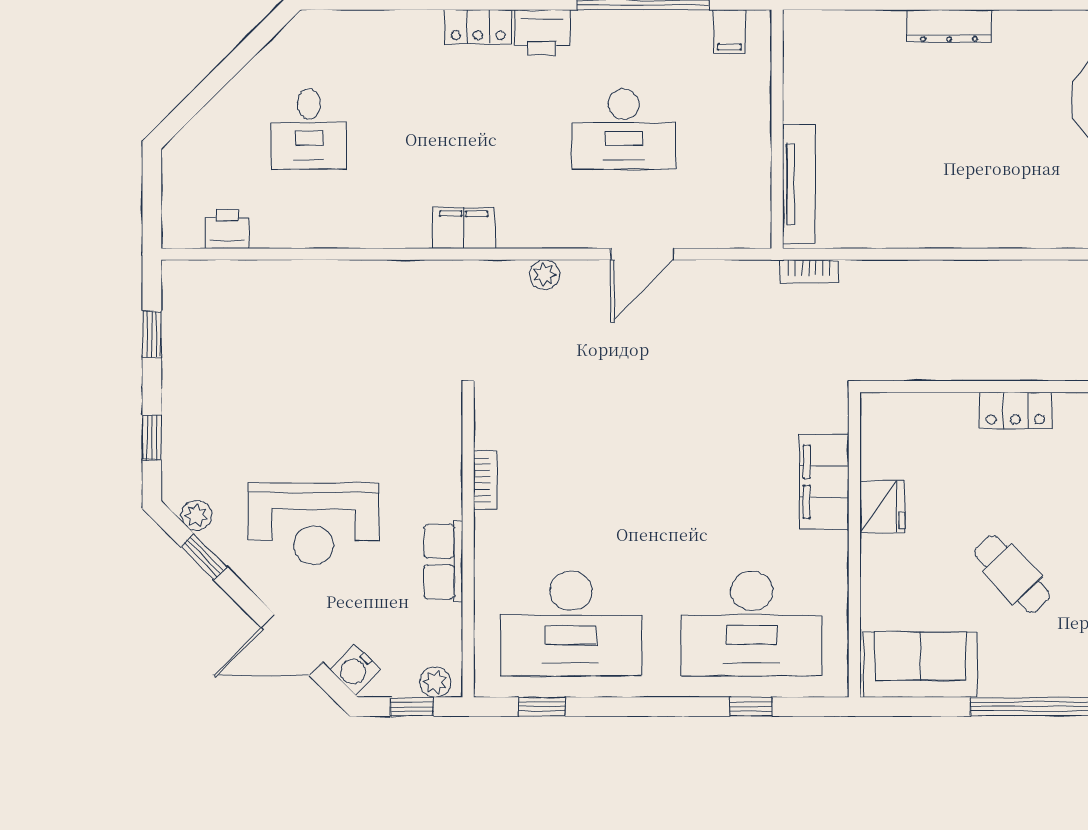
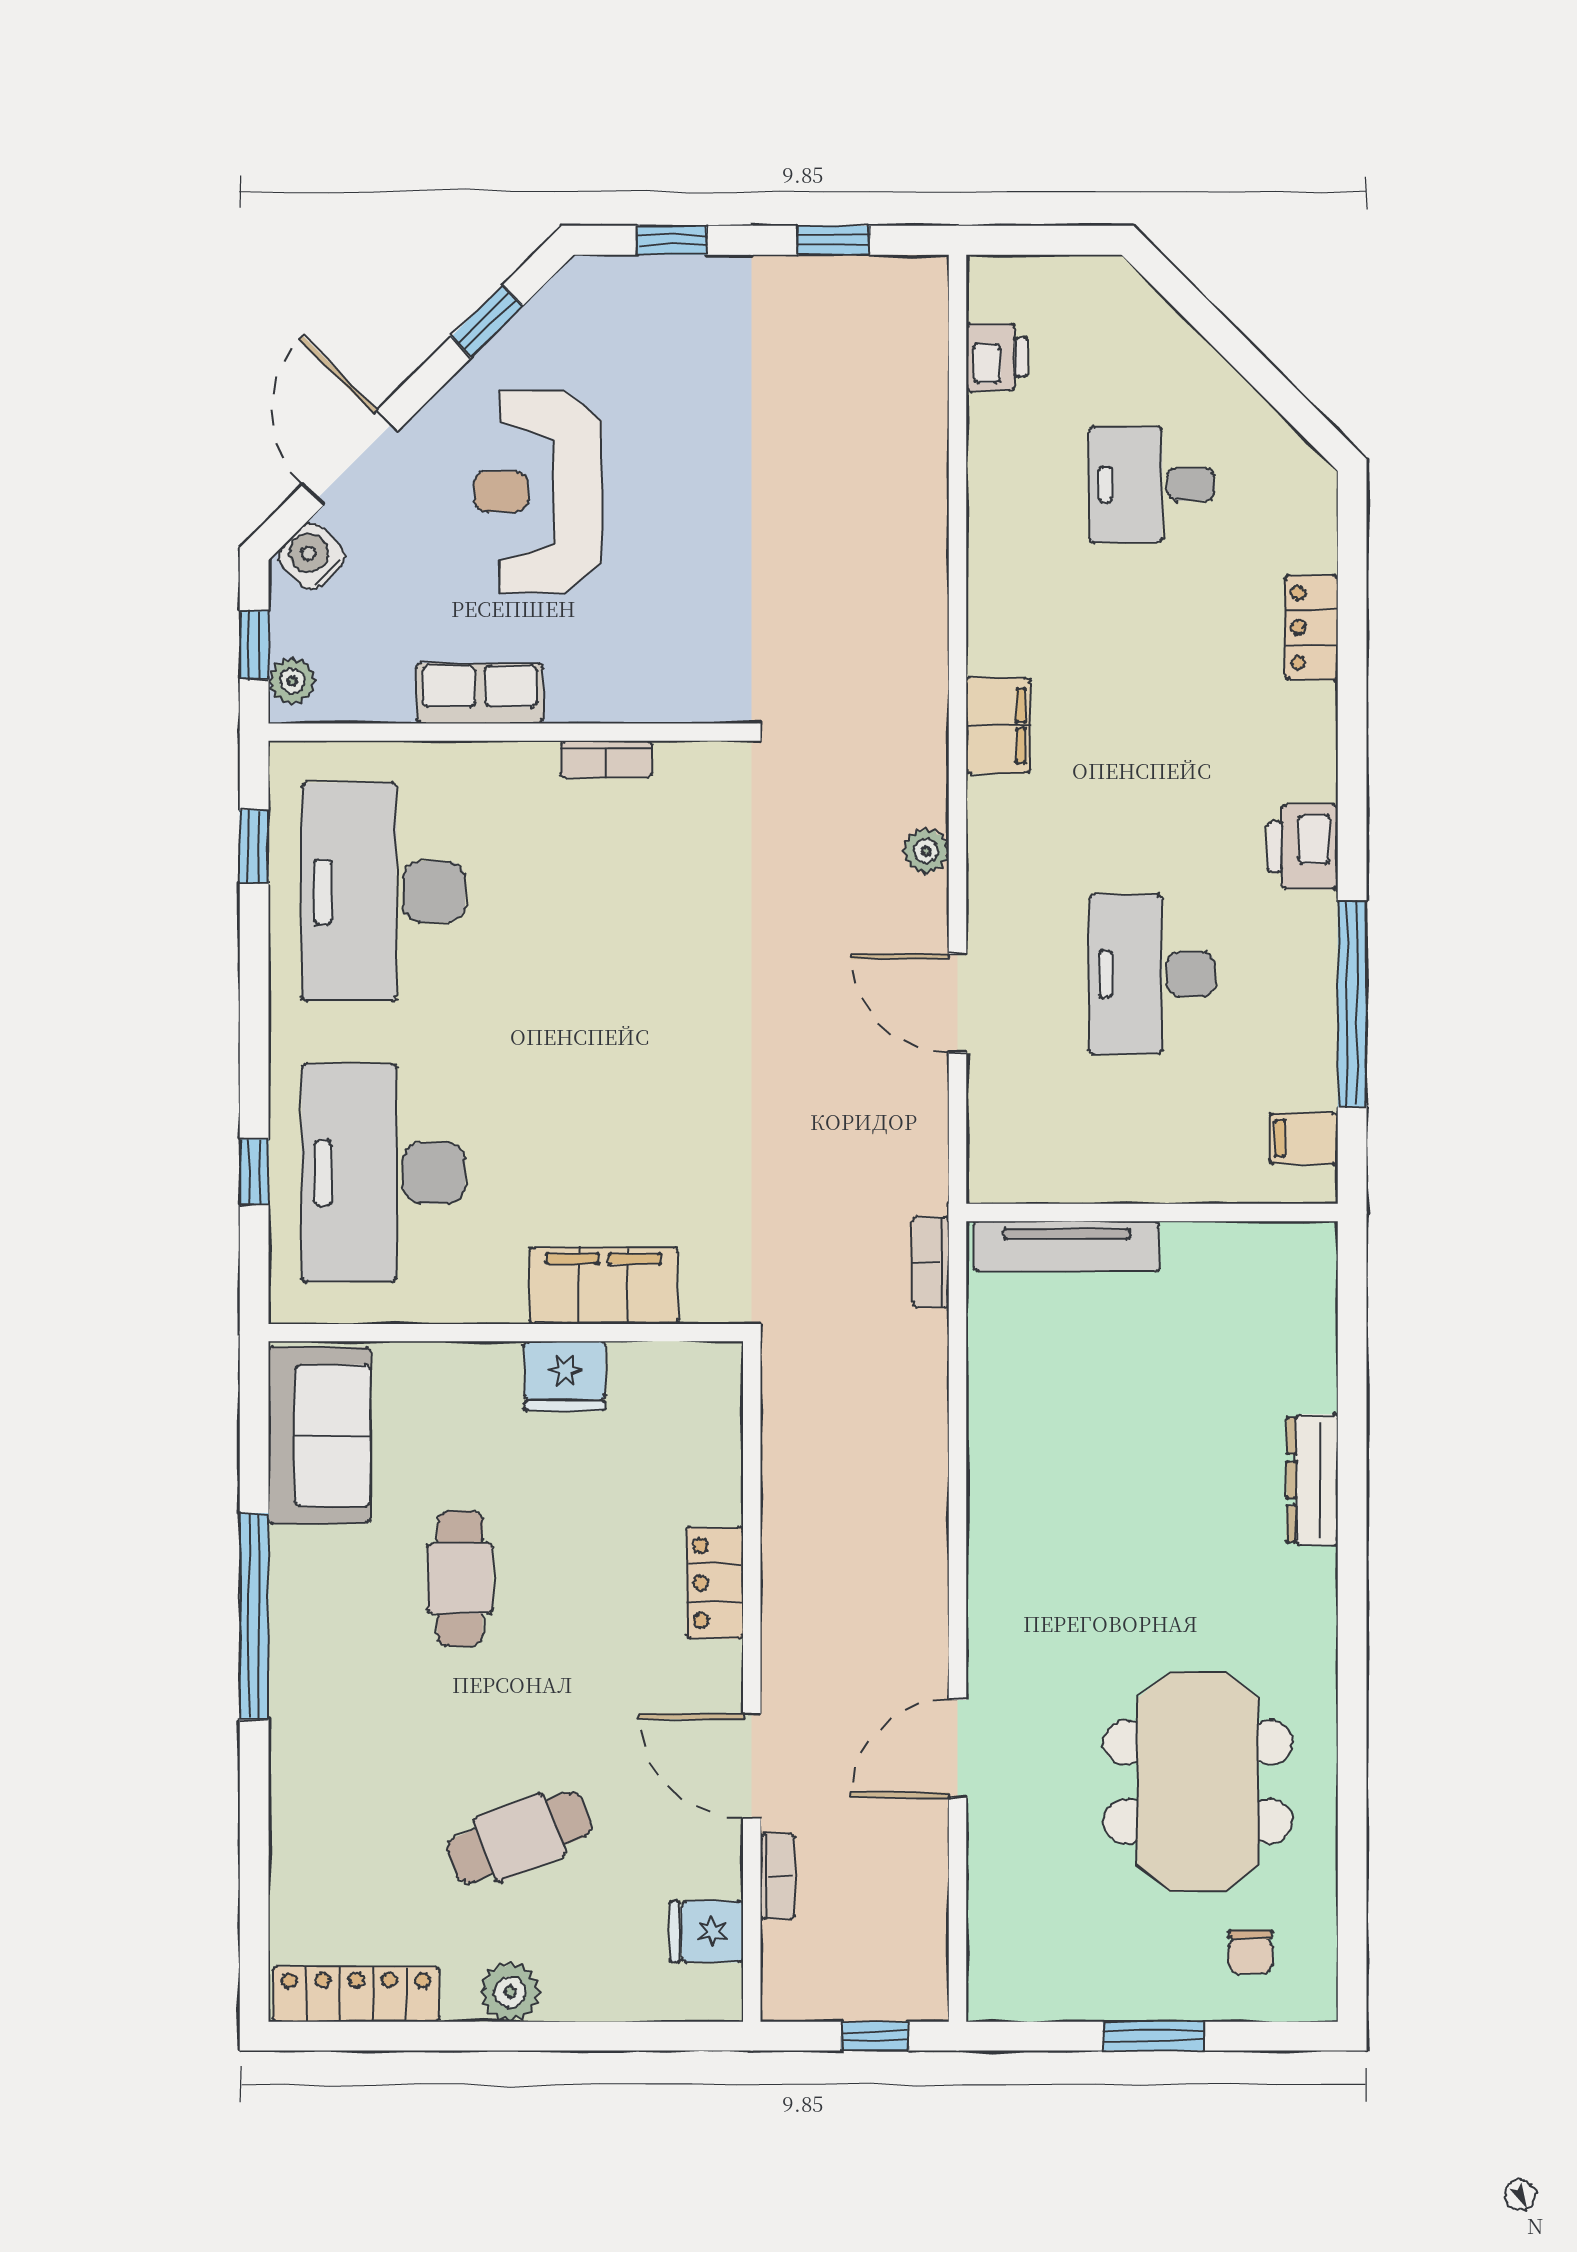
locker: (478, 27) -> (1311, 628), moved
plant: (197, 515) -> (552, 310), removed
cafe table: (1012, 574) -> (460, 1578), turned -47

